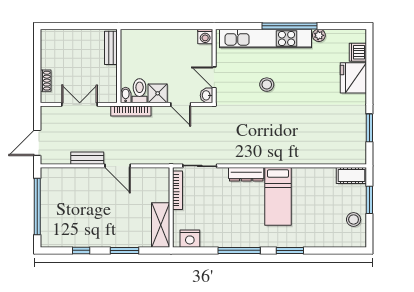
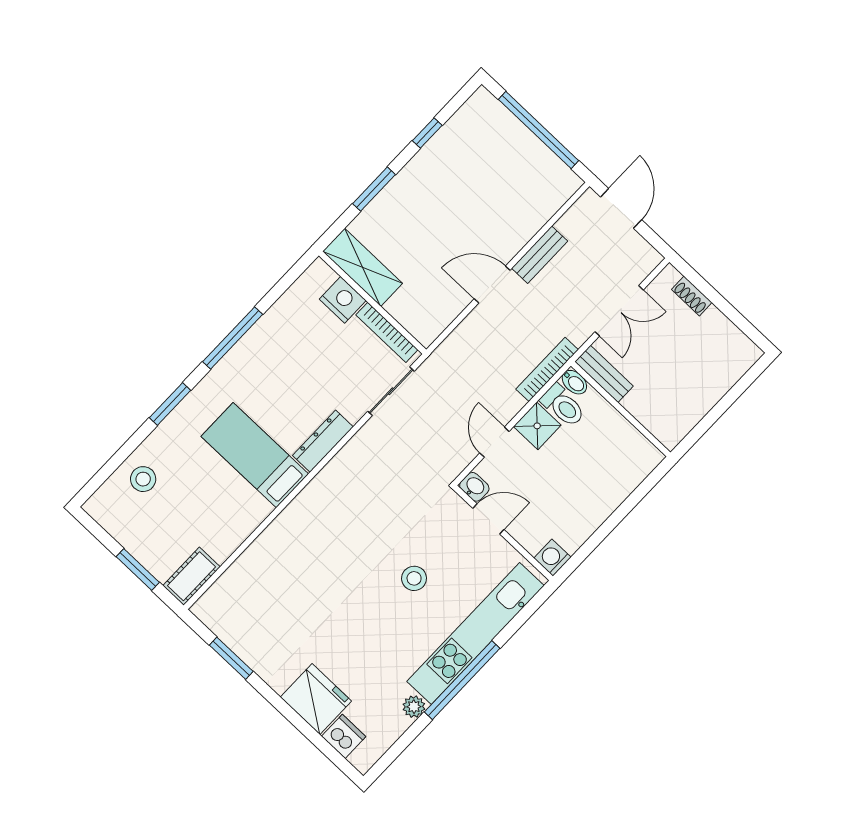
bench: (111, 48) -> (604, 374), moved
door: (181, 104) -> (494, 442), hinge flipped
stool: (354, 219) -> (143, 479), moved
nightstand: (190, 239) -> (343, 300), moved, turned 90

